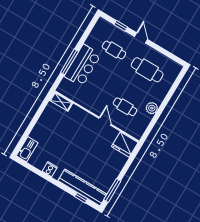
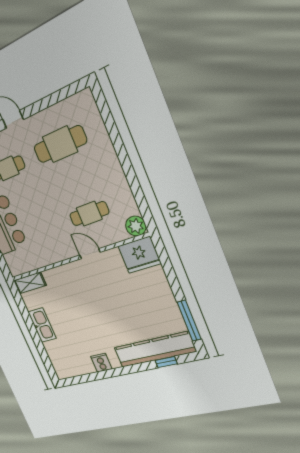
plant: (152, 108) -> (136, 226), moved
kitchen sink: (27, 149) -> (42, 325), moved

